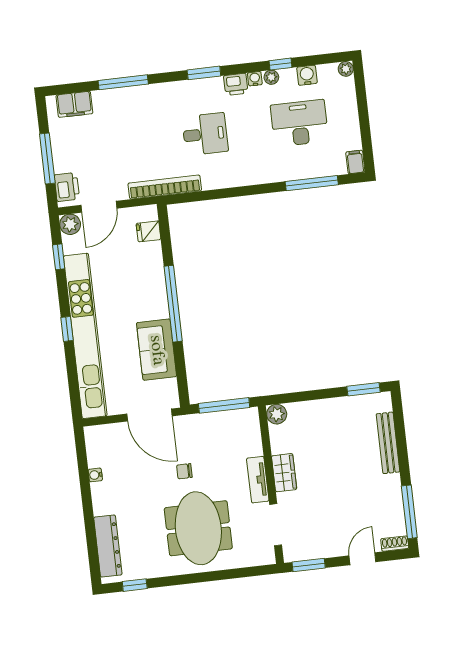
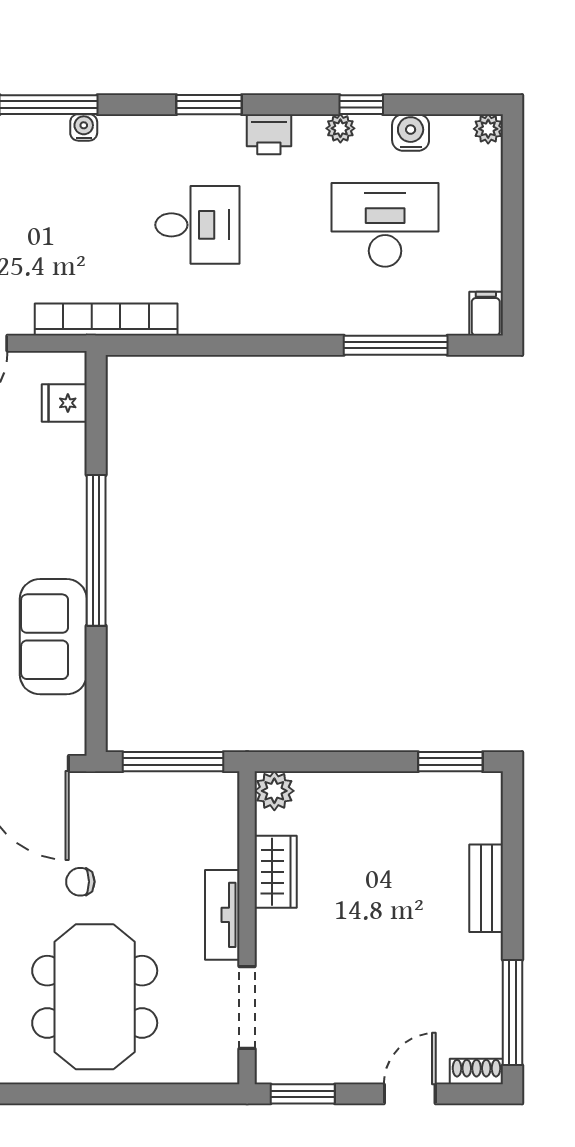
water cooler: (255, 79) -> (84, 127), moved
bench: (388, 443) -> (486, 888), width x0.73
wardrobe: (284, 473) -> (276, 872), moved

